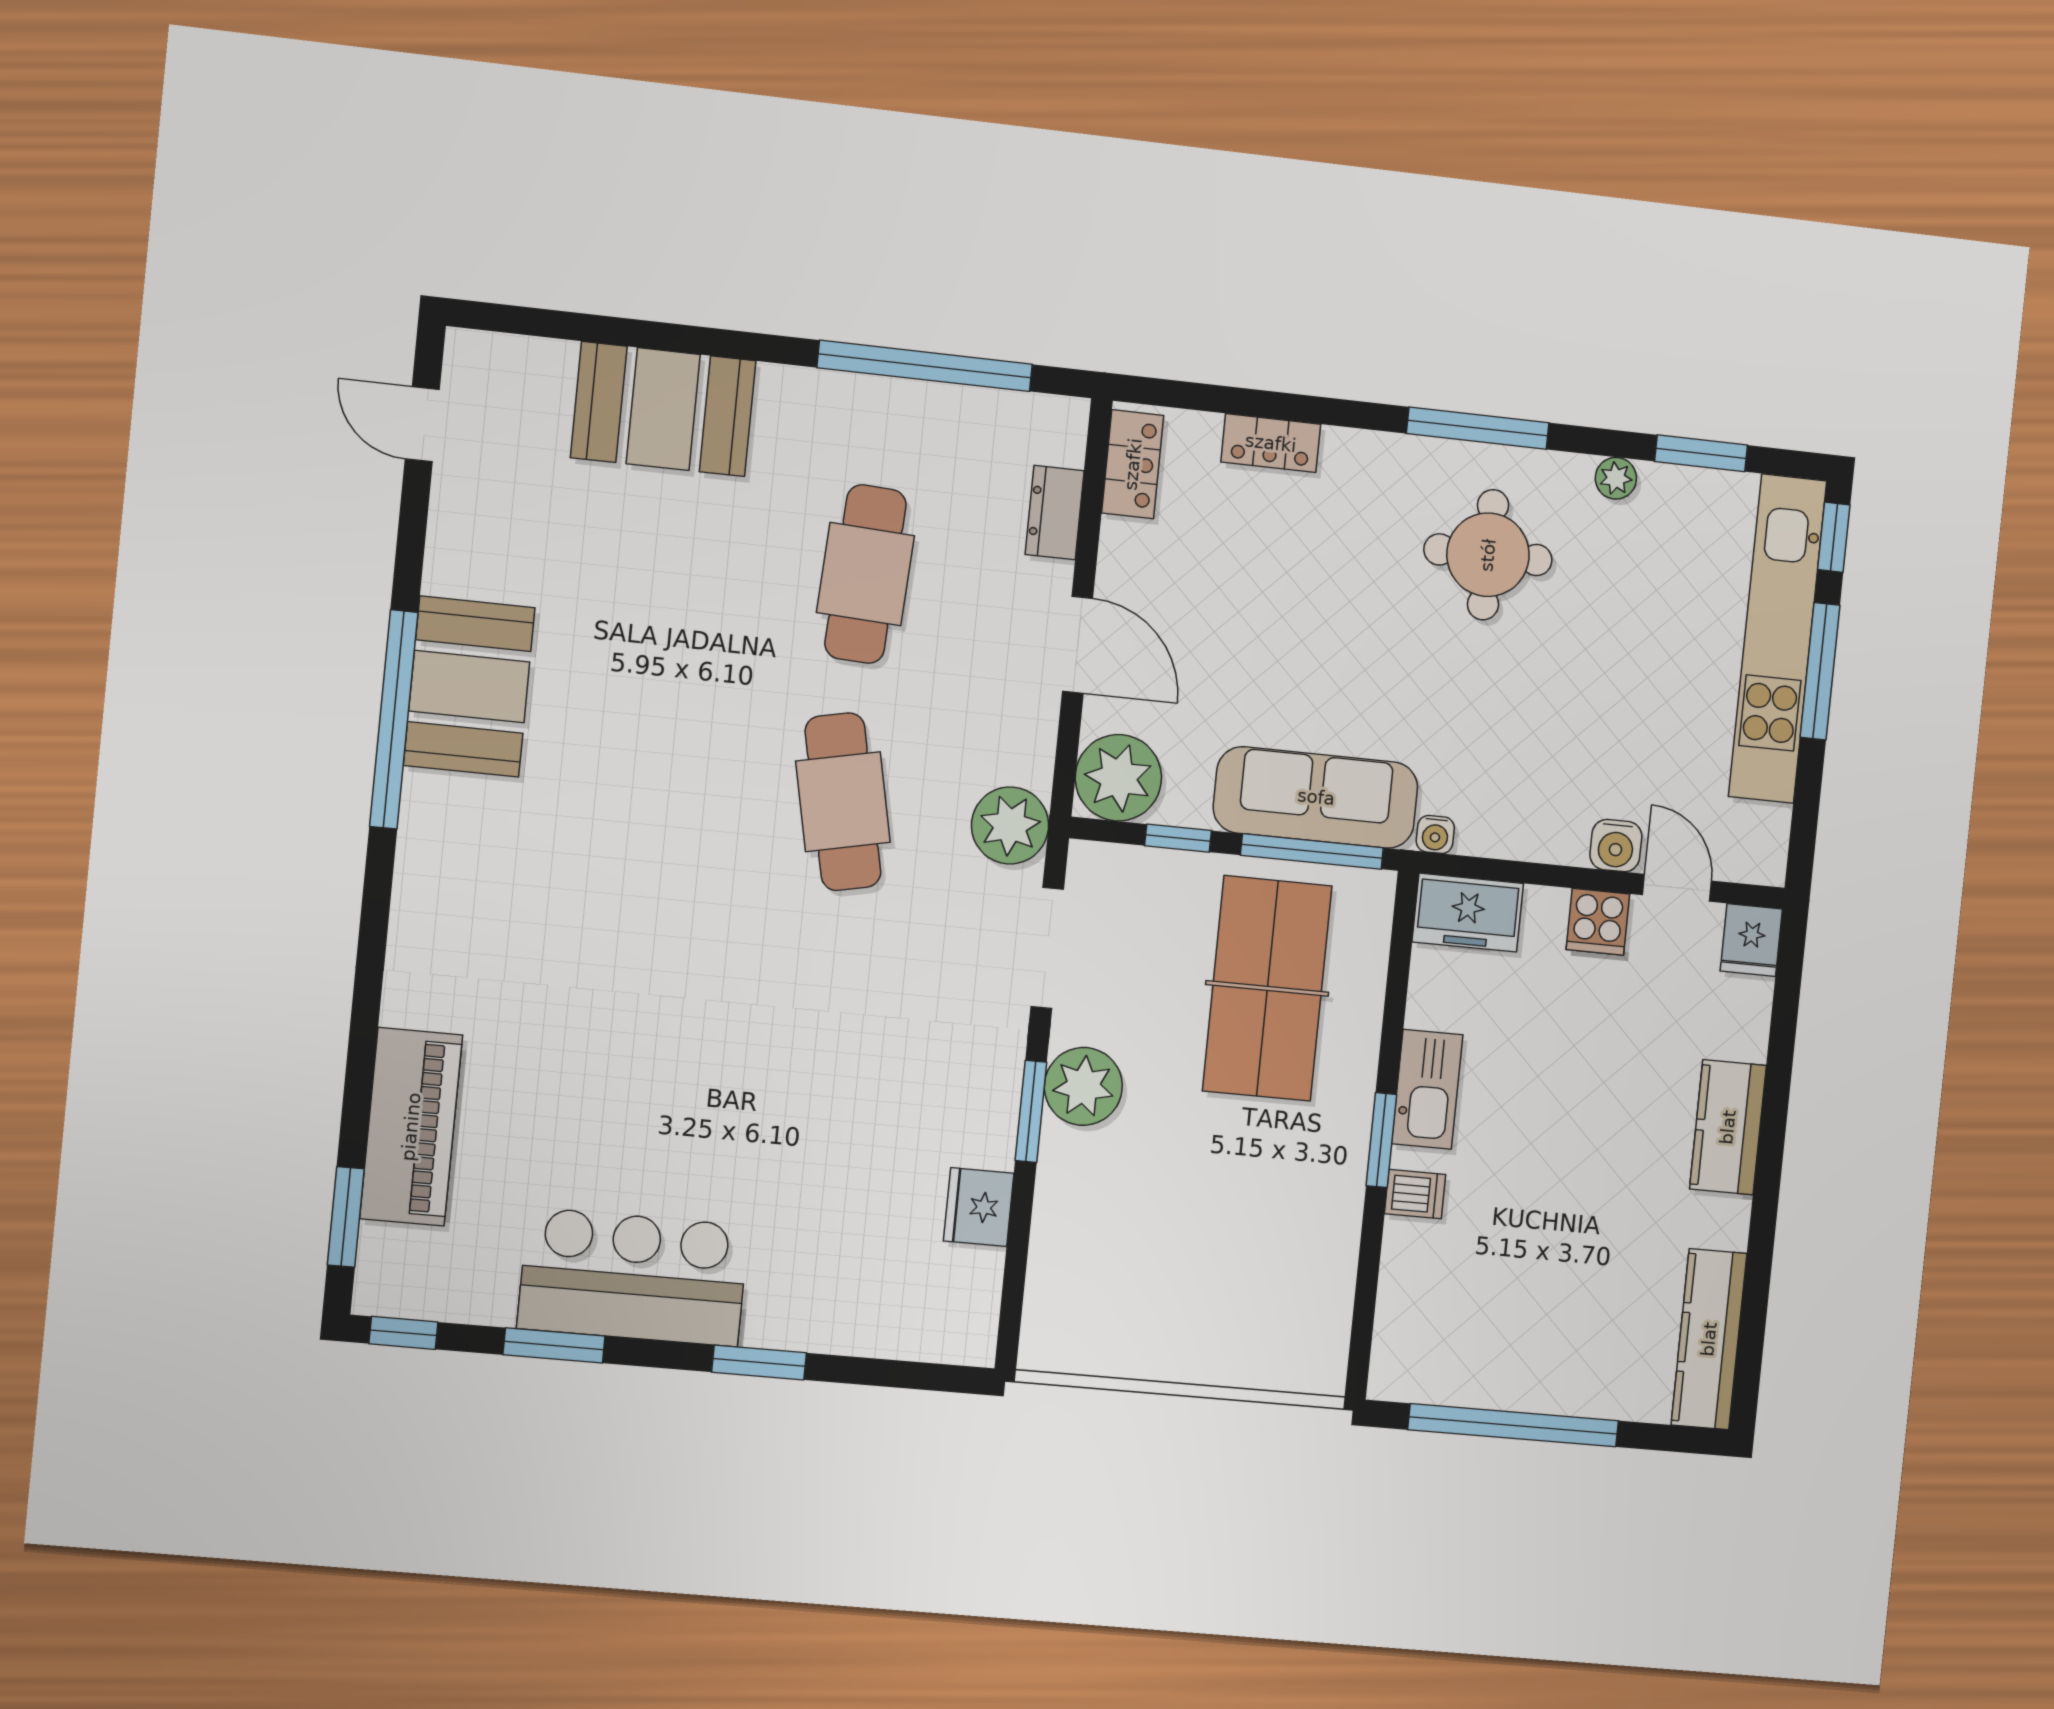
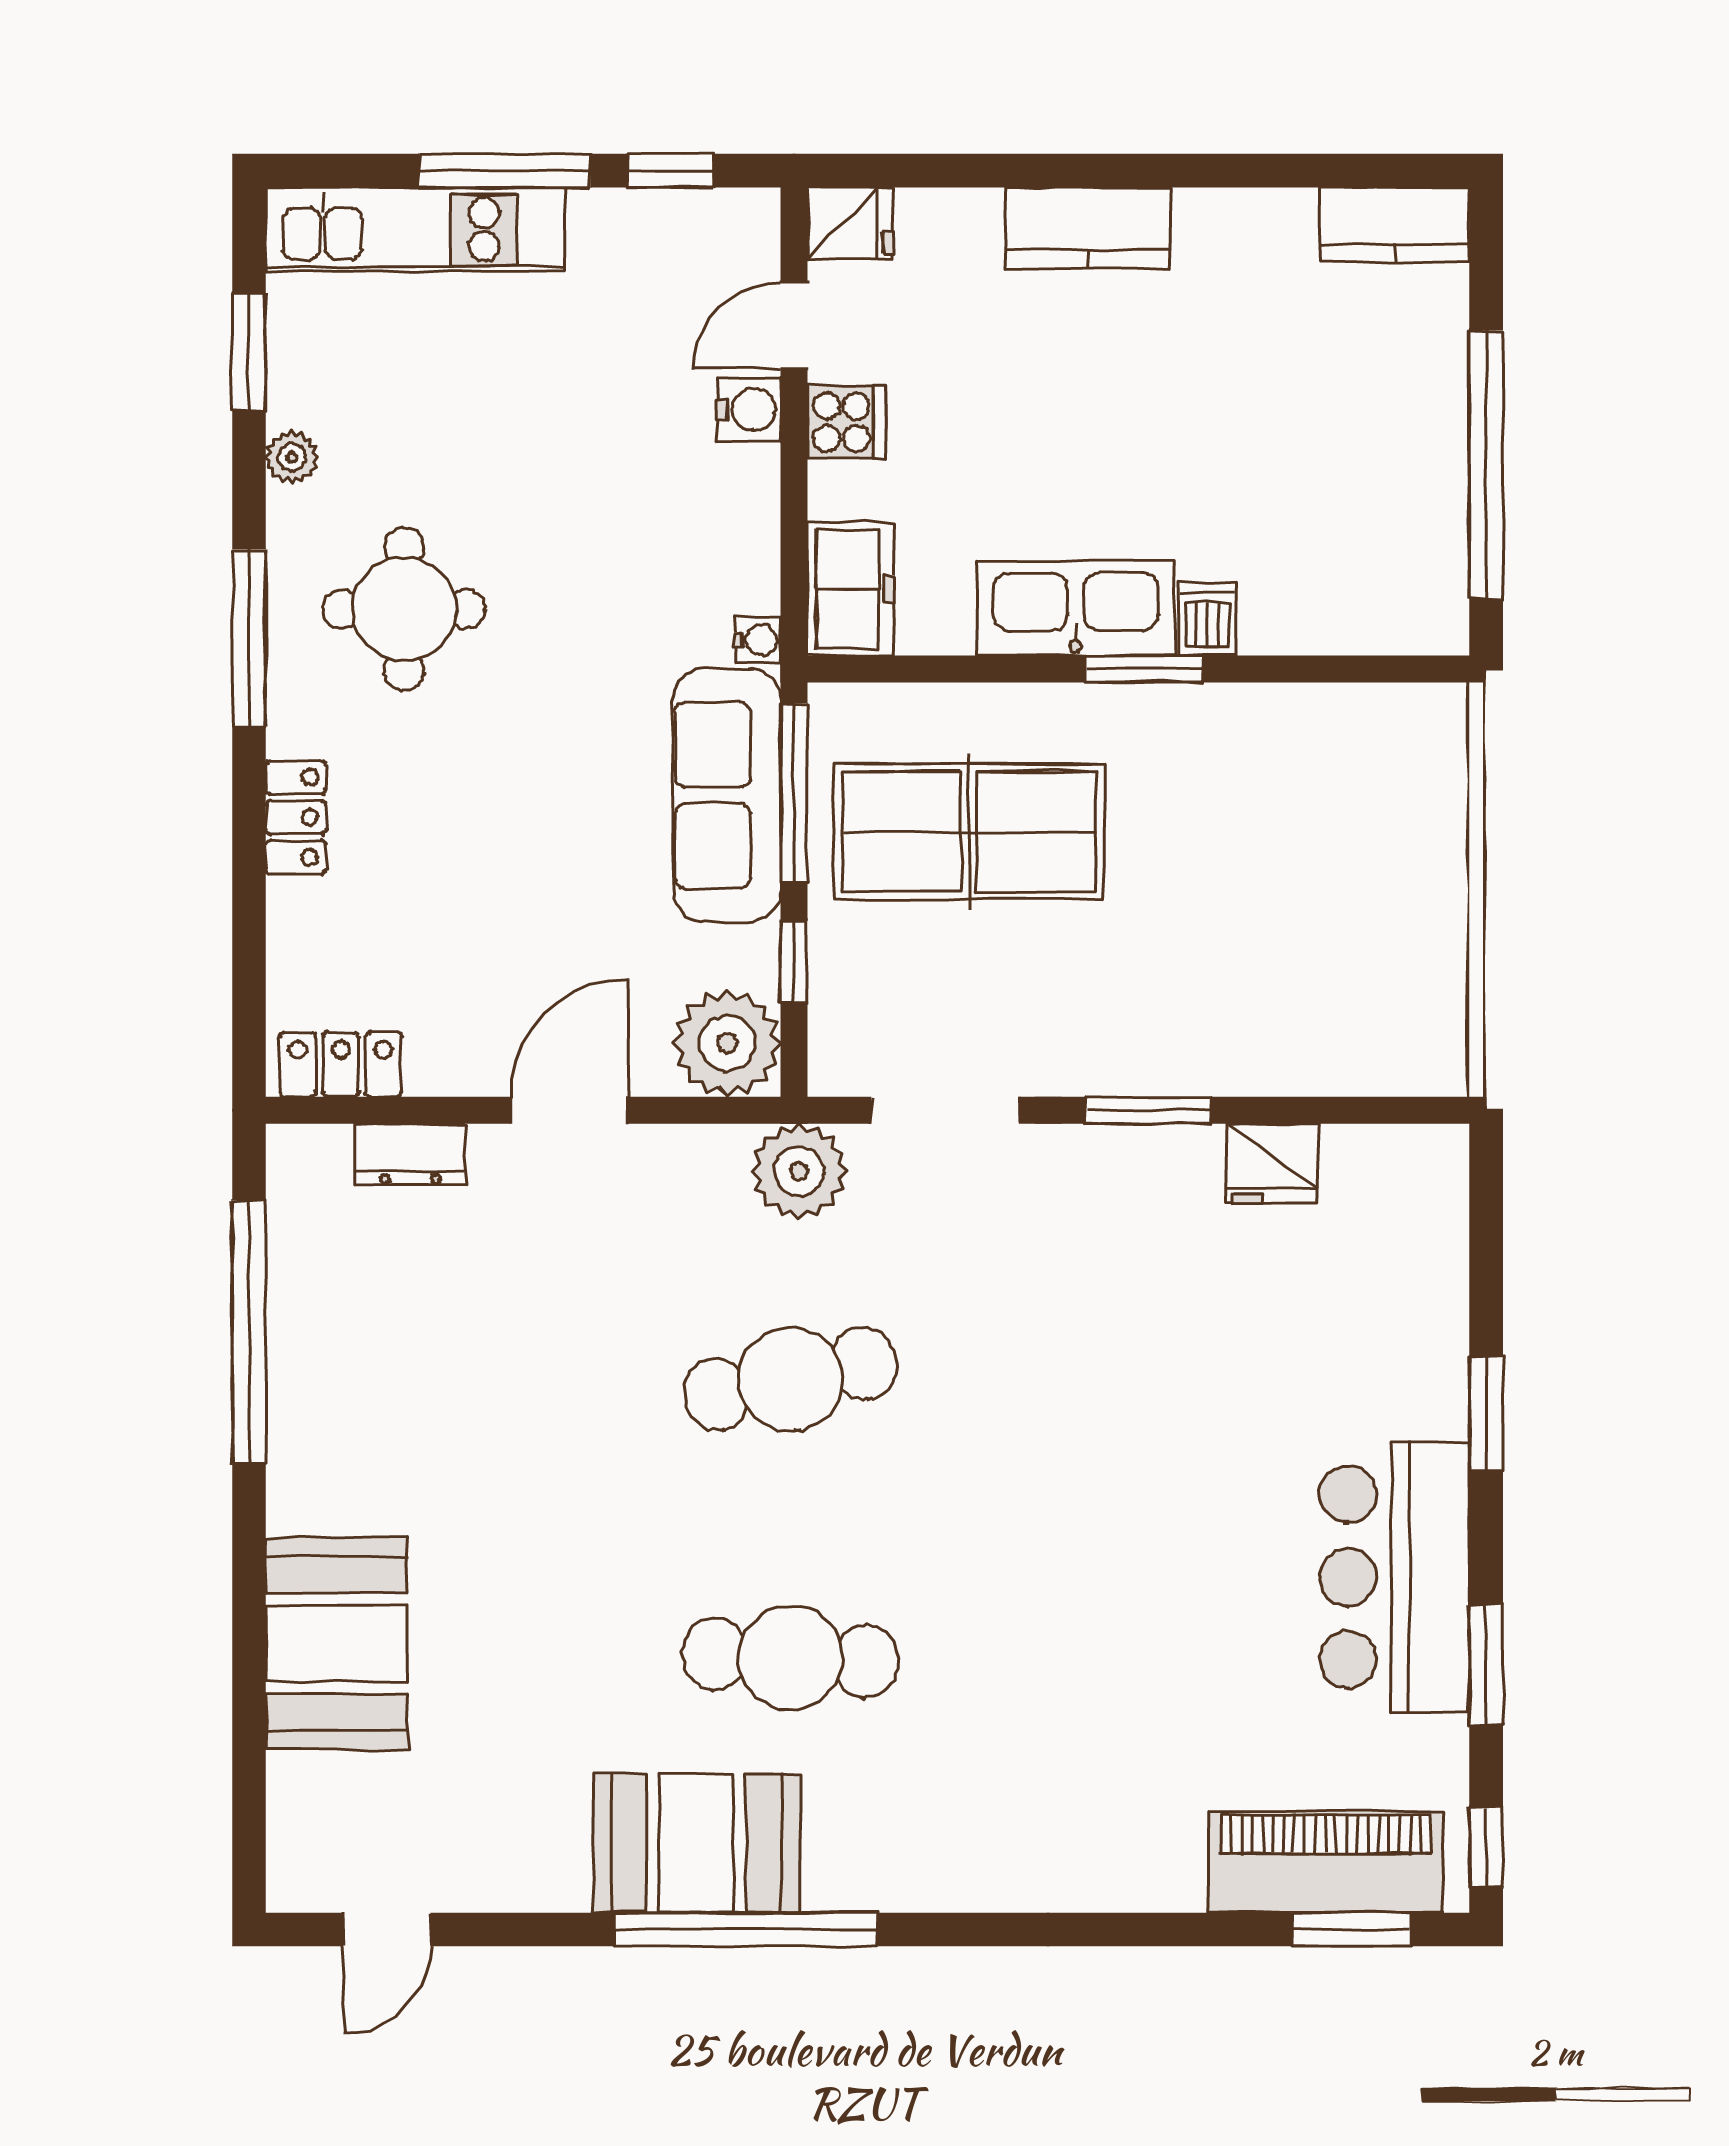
locker: (1271, 443) -> (296, 817), moved
window: (1834, 537) -> (670, 171), moved
cafe table: (865, 574) -> (790, 1657), moved
kitchen unit: (1778, 639) -> (415, 230), width x0.73
plant: (1083, 1086) -> (1111, 1048), removed
kitchen sink: (1427, 1089) -> (1076, 608), width x1.36, depth x1.24
piano: (411, 1127) -> (1326, 1862), moved
kitchen counter: (1709, 1339) -> (1395, 225), width x0.67

